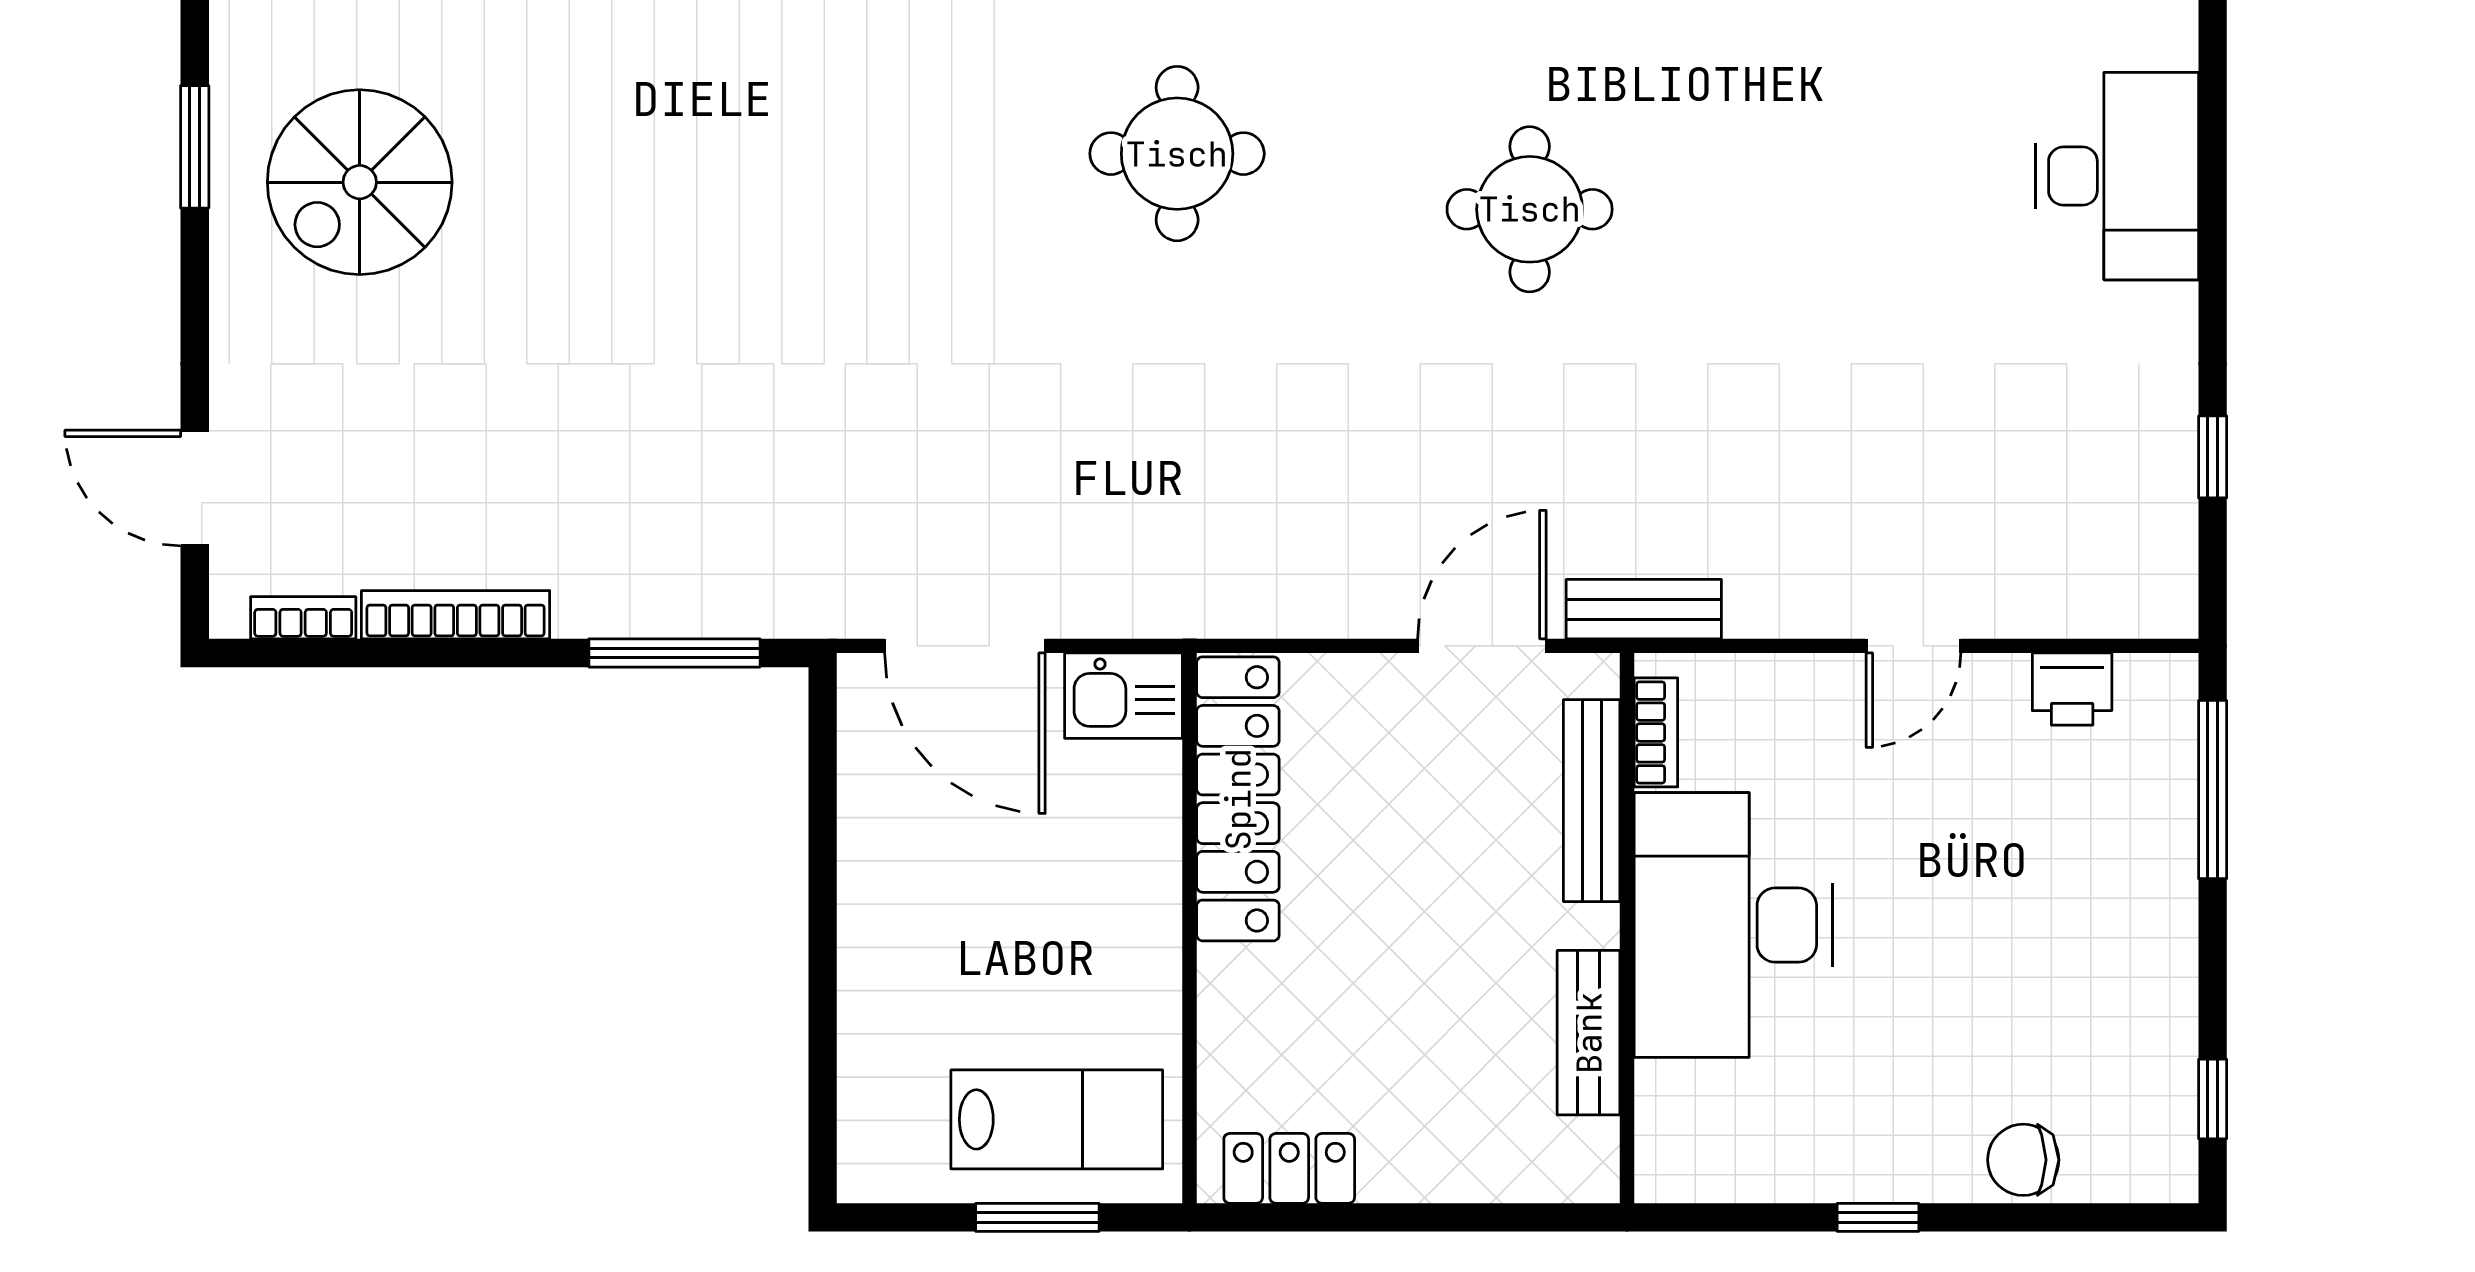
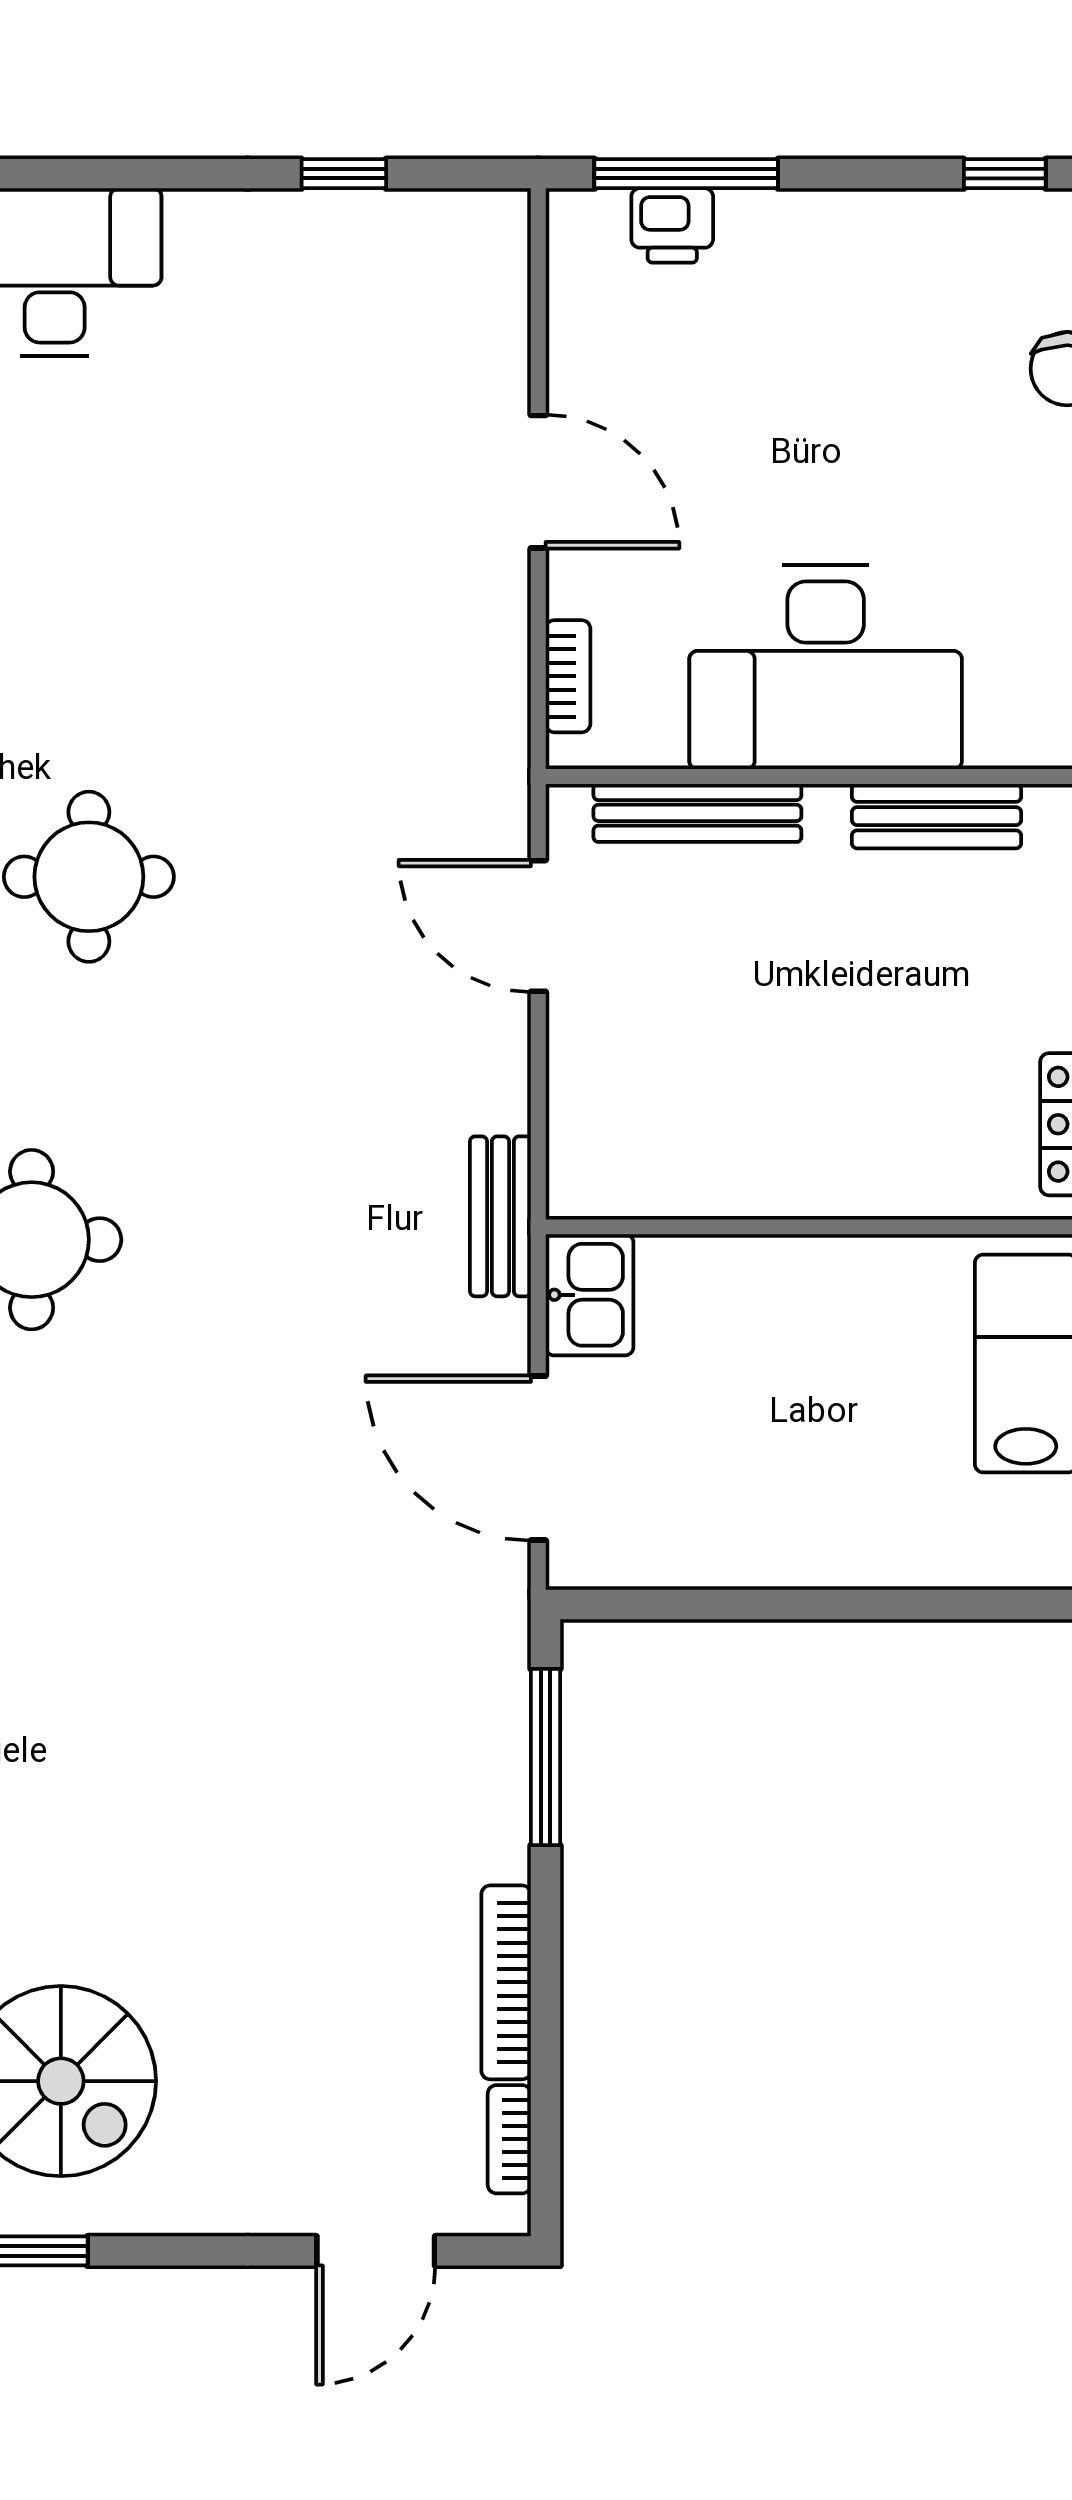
bench: (1644, 609) -> (500, 1216), moved
door: (965, 646) -> (538, 1458), swing flipped
door: (1913, 646) -> (538, 482), width x1.38
printer: (2072, 689) -> (672, 225), moved, turned 90
bookcase: (1656, 732) -> (568, 676), moved, turned 90
locker: (1238, 799) -> (696, 1177), removed

